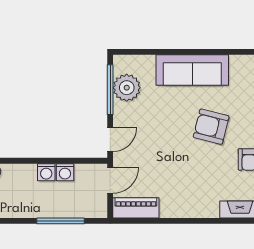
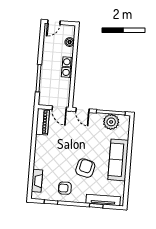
washing machine: (65, 172) -> (68, 62), moved

